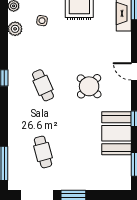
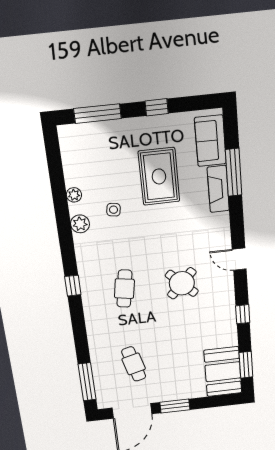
cafe table: (43, 85) -> (124, 289), turned 33
booth: (116, 133) -> (223, 372), moved

